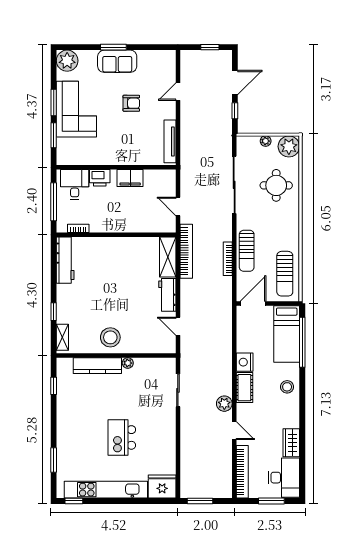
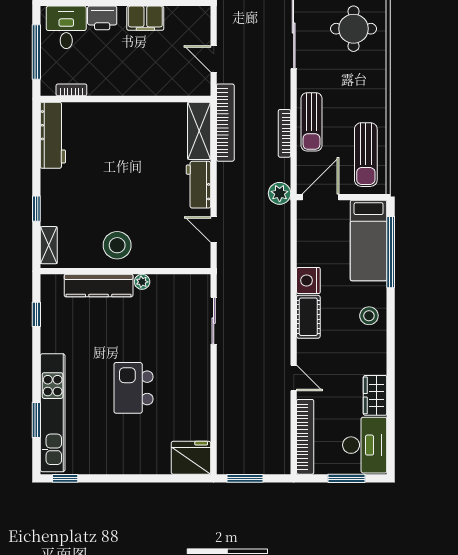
plant: (224, 404) -> (280, 193), moved
kitchen unit: (106, 490) -> (53, 413), moved, turned 90

